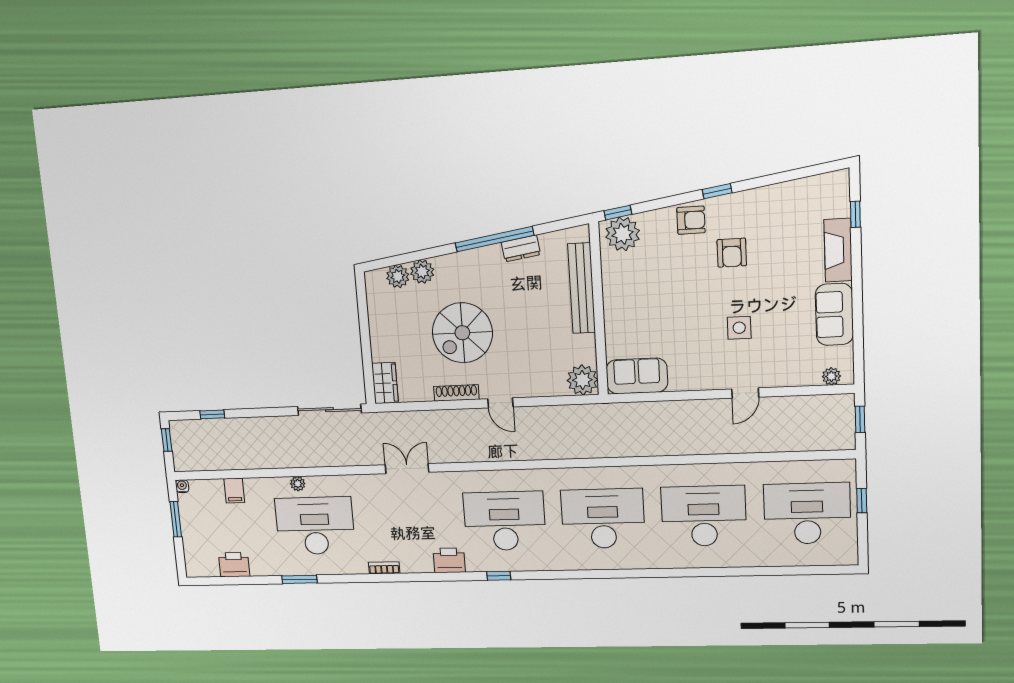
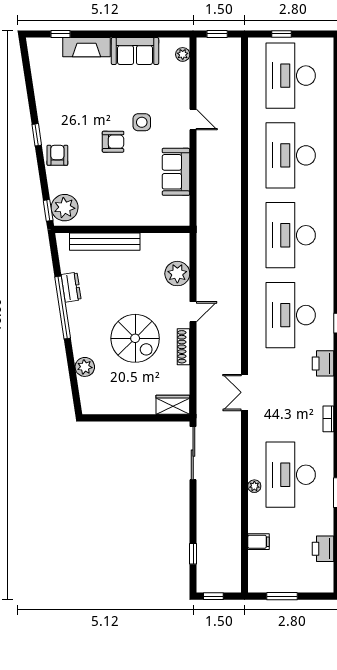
armchair: (732, 253) -> (113, 142), moved
plant: (398, 276) -> (87, 387), removed
sofa: (637, 376) -> (176, 172), moved
plant: (582, 380) -> (177, 274), moved
water cooler: (182, 486) -> (253, 587), removed

